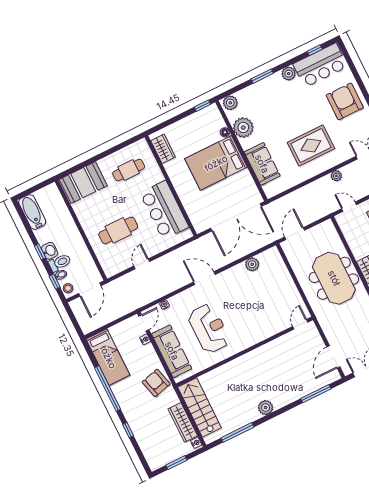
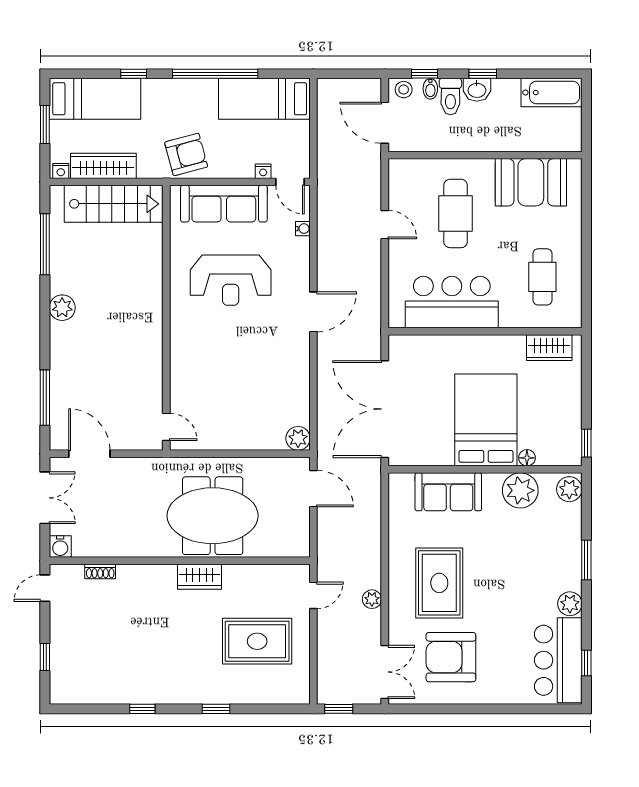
armchair: (345, 101) -> (451, 657), moved, turned 180
booth: (83, 183) -> (531, 182), moved, turned 90
plant: (252, 264) -> (298, 438), moved
bed: (151, 444) -> (95, 99), added

